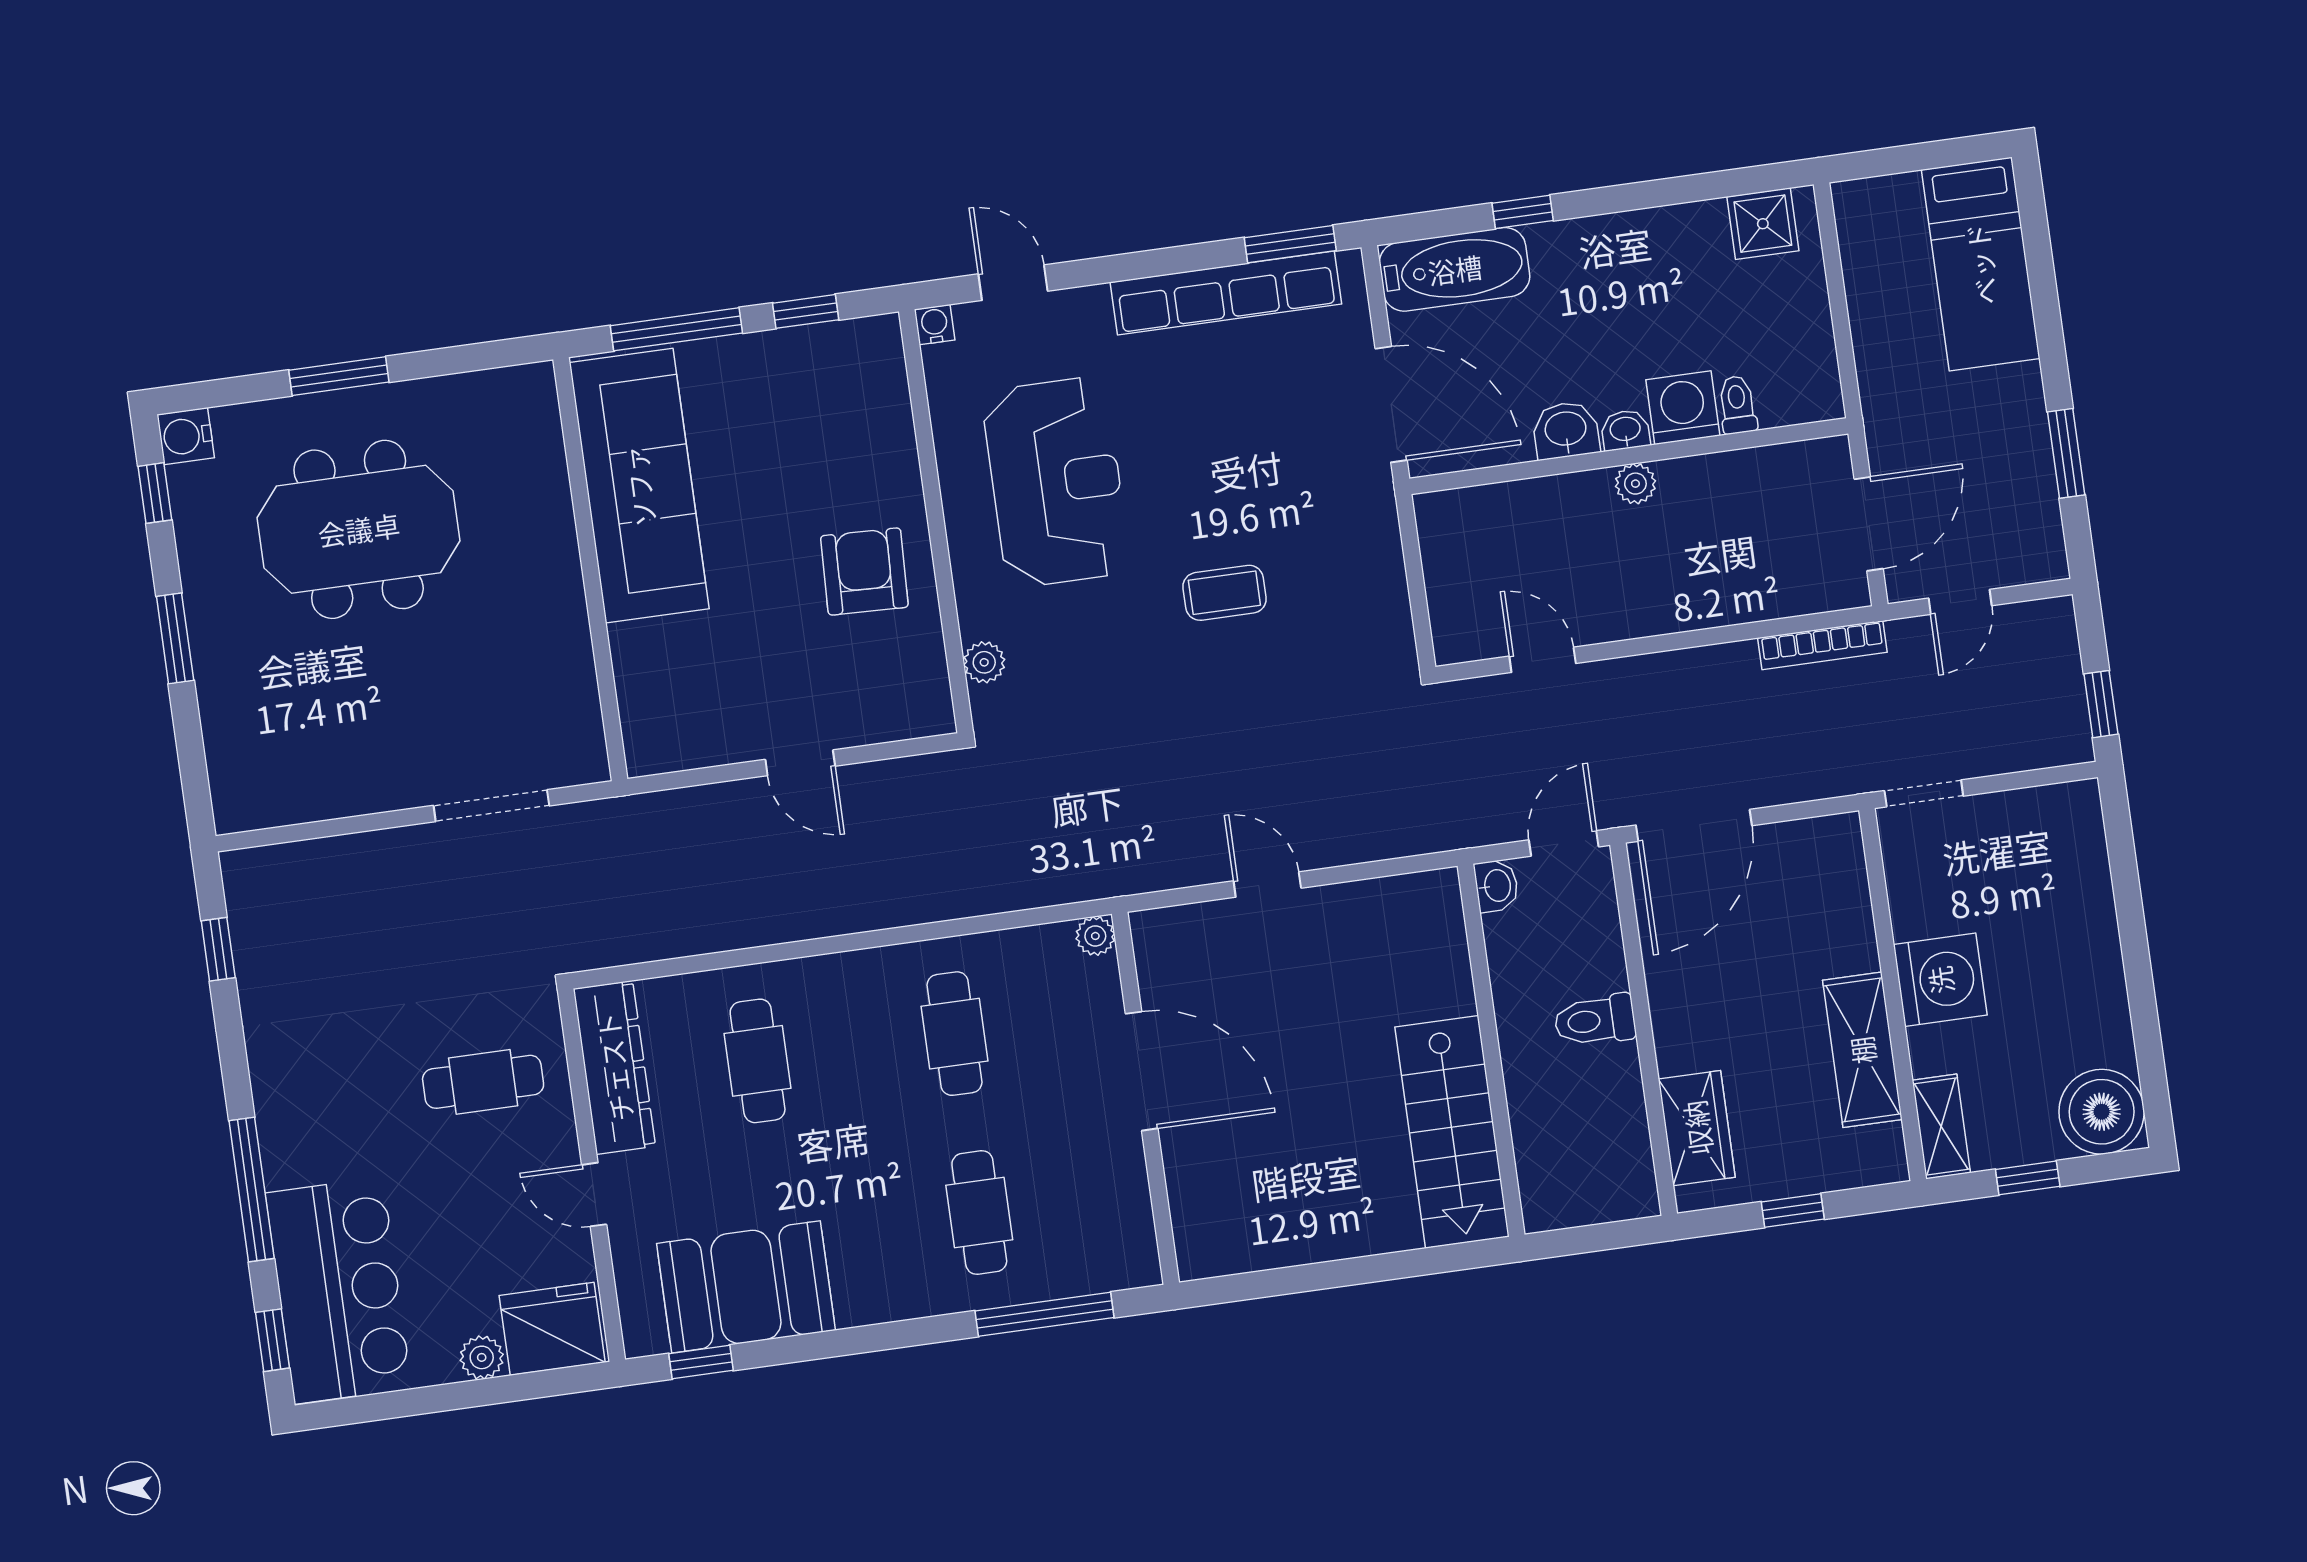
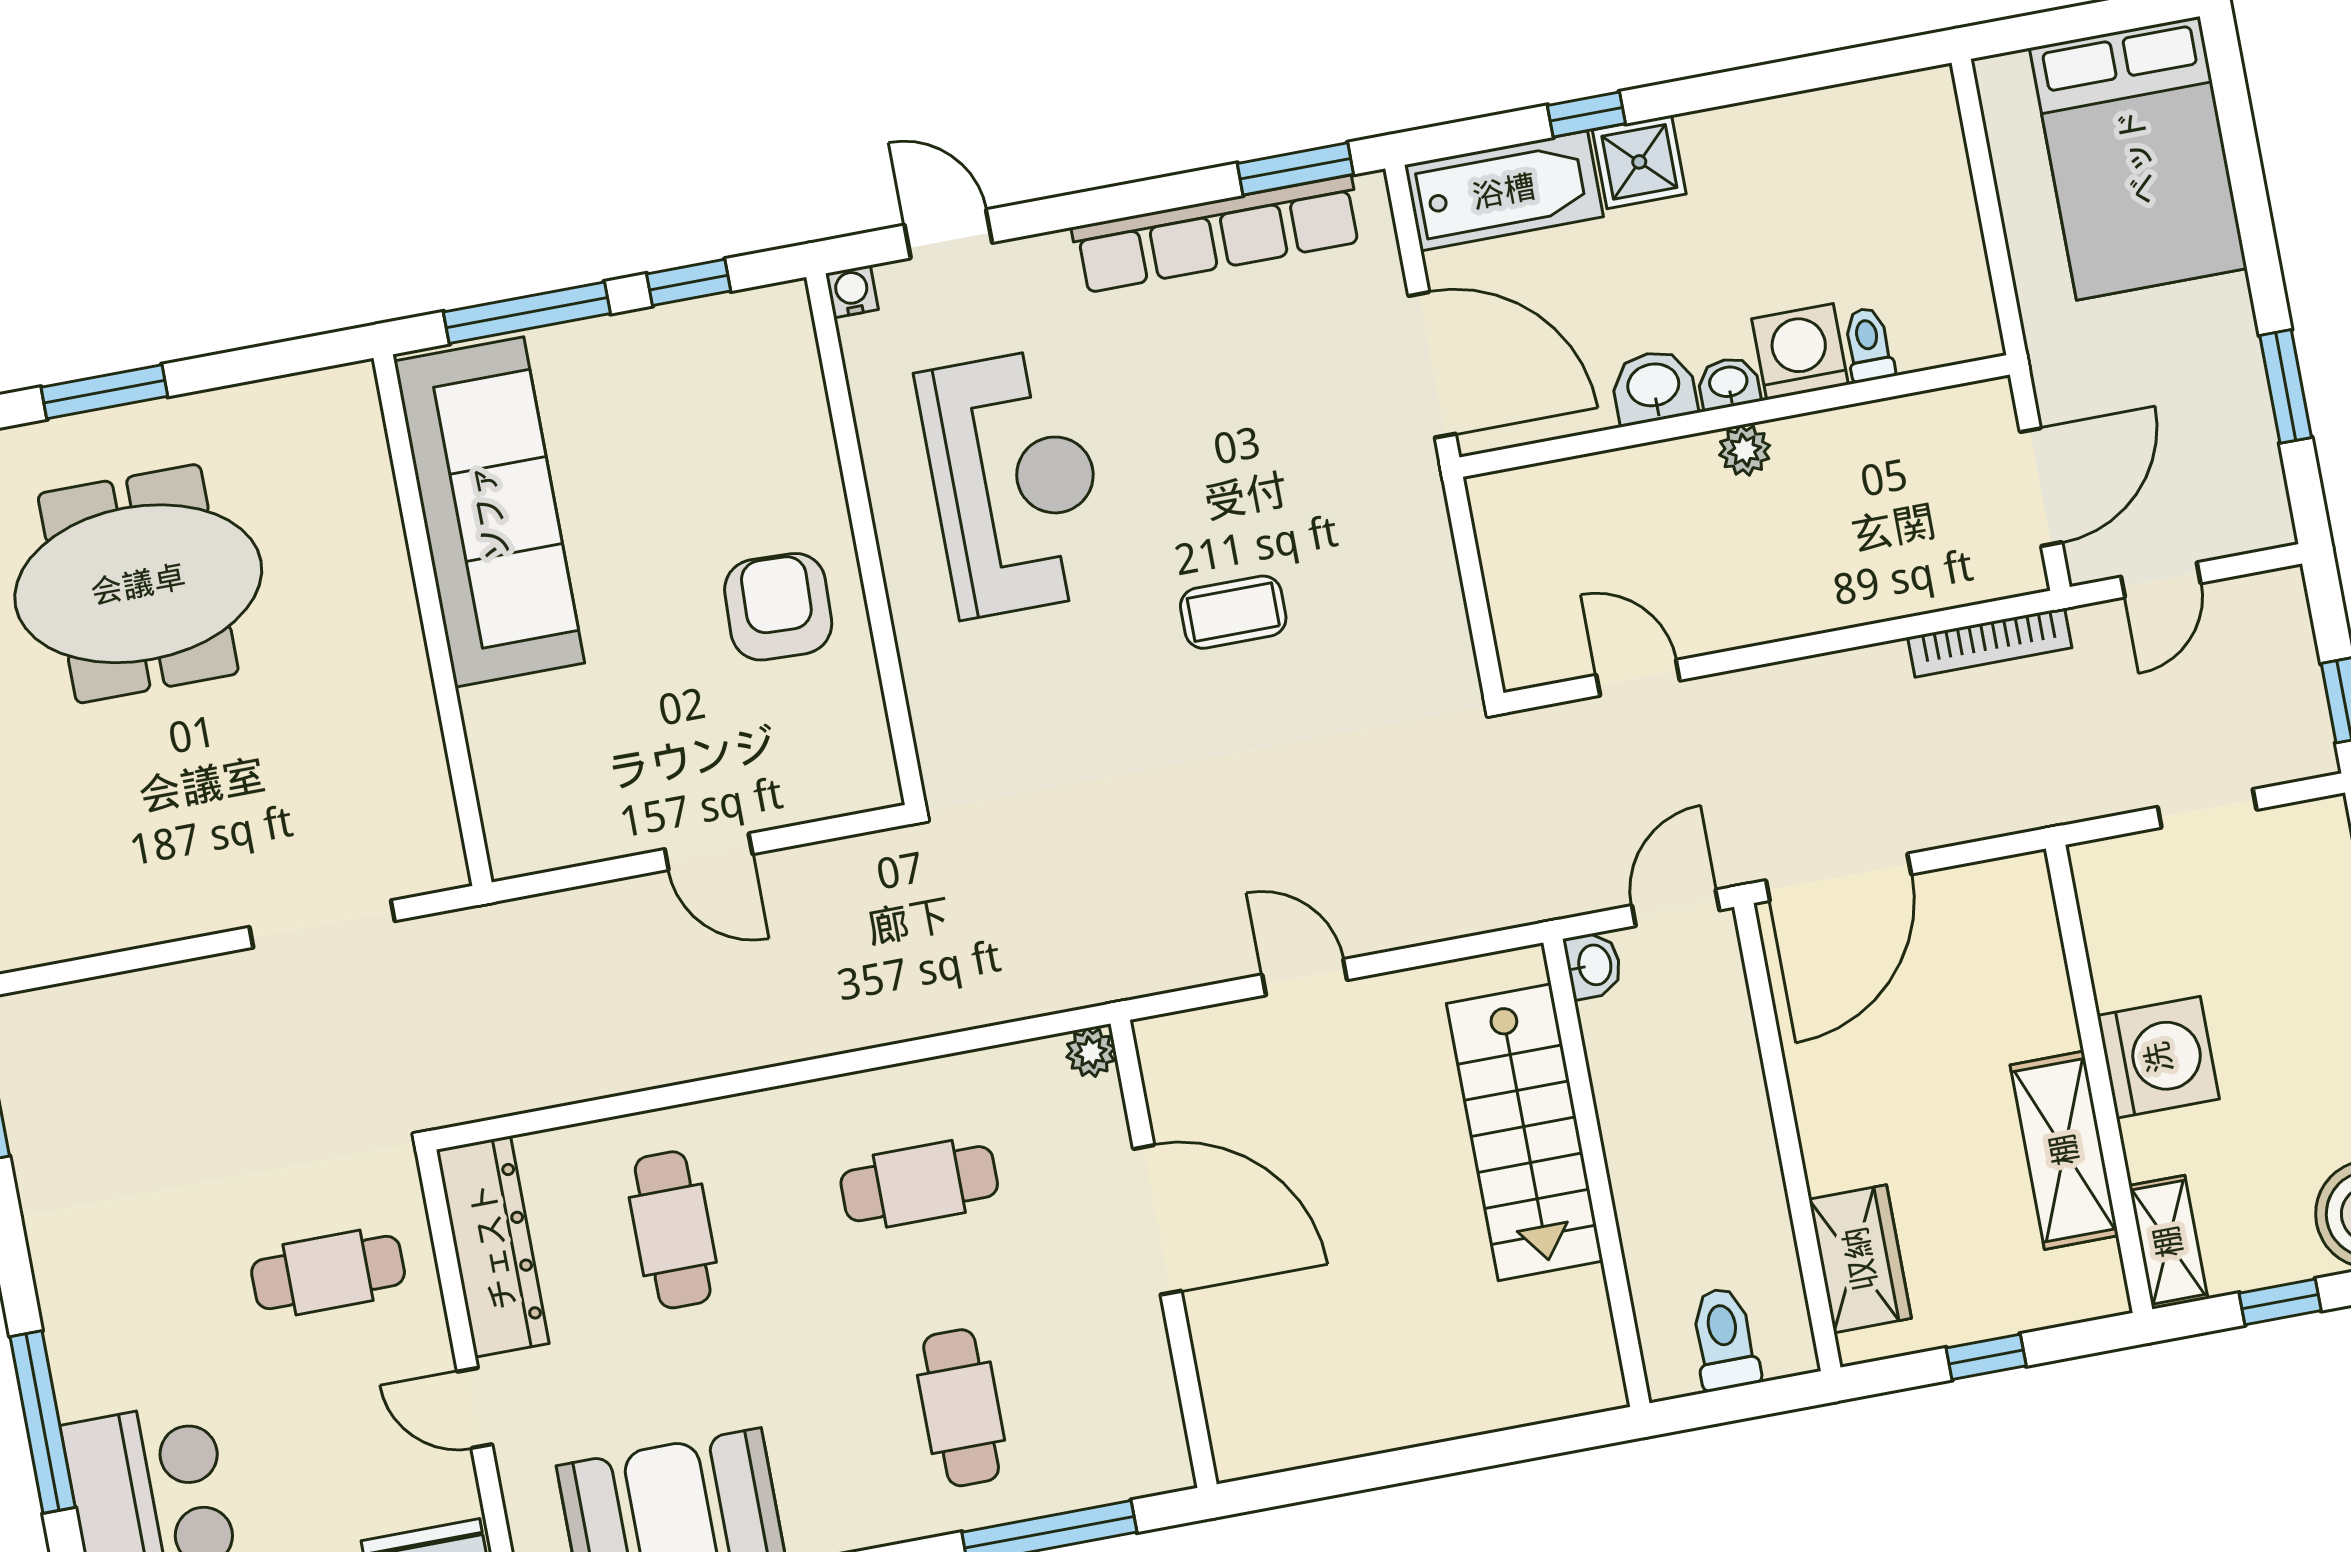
shower: (1763, 224) -> (1639, 162), moved
bed: (1981, 264) -> (2138, 158), width x1.50
plant: (984, 662) -> (935, 714), removed
doorway: (1924, 793) -> (2207, 808), moved
toilet: (1595, 1020) -> (1724, 1339), moved, turned 90
cafe table: (954, 1034) -> (919, 1184), turned 90
stairs: (1452, 1132) -> (1525, 1132), moved

